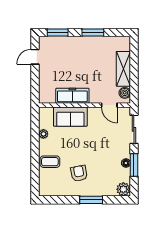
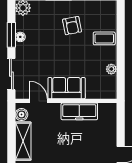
sofa: (70, 117) -> (67, 88), moved

